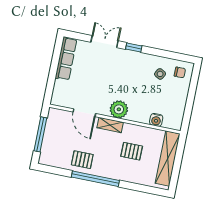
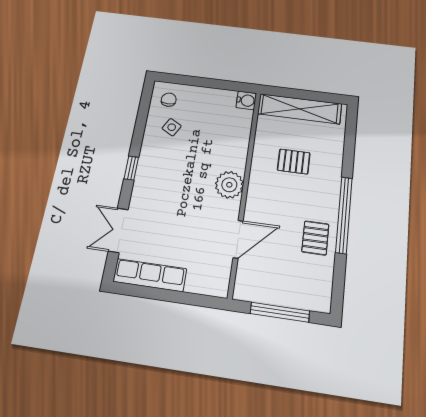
double door: (105, 42) -> (118, 230), moved
water cooler: (156, 120) -> (246, 100), moved
shelving: (110, 125) -> (255, 197), removed
pallet: (132, 151) -> (294, 161), turned 90

